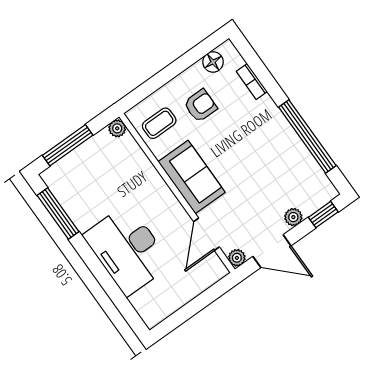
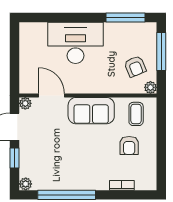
floor lamp: (213, 62) -> (149, 171), removed
armchair: (106, 163) -> (135, 66), added
window: (323, 215) -> (15, 158), moved
plant: (293, 217) -> (26, 184), moved

